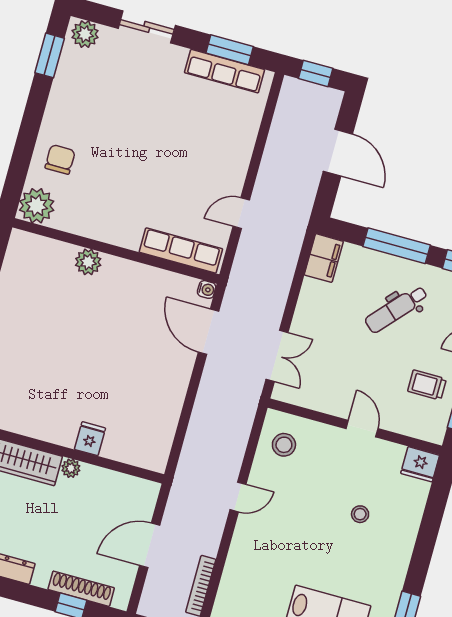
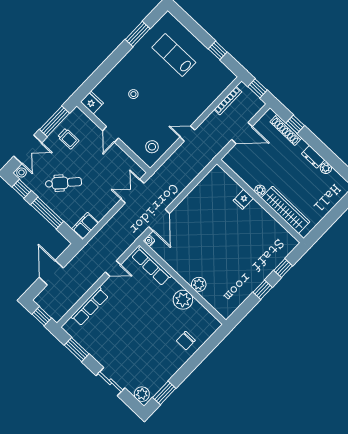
row of seats: (225, 71) -> (90, 306), moved, turned 90
plant: (37, 206) -> (183, 300), moved

